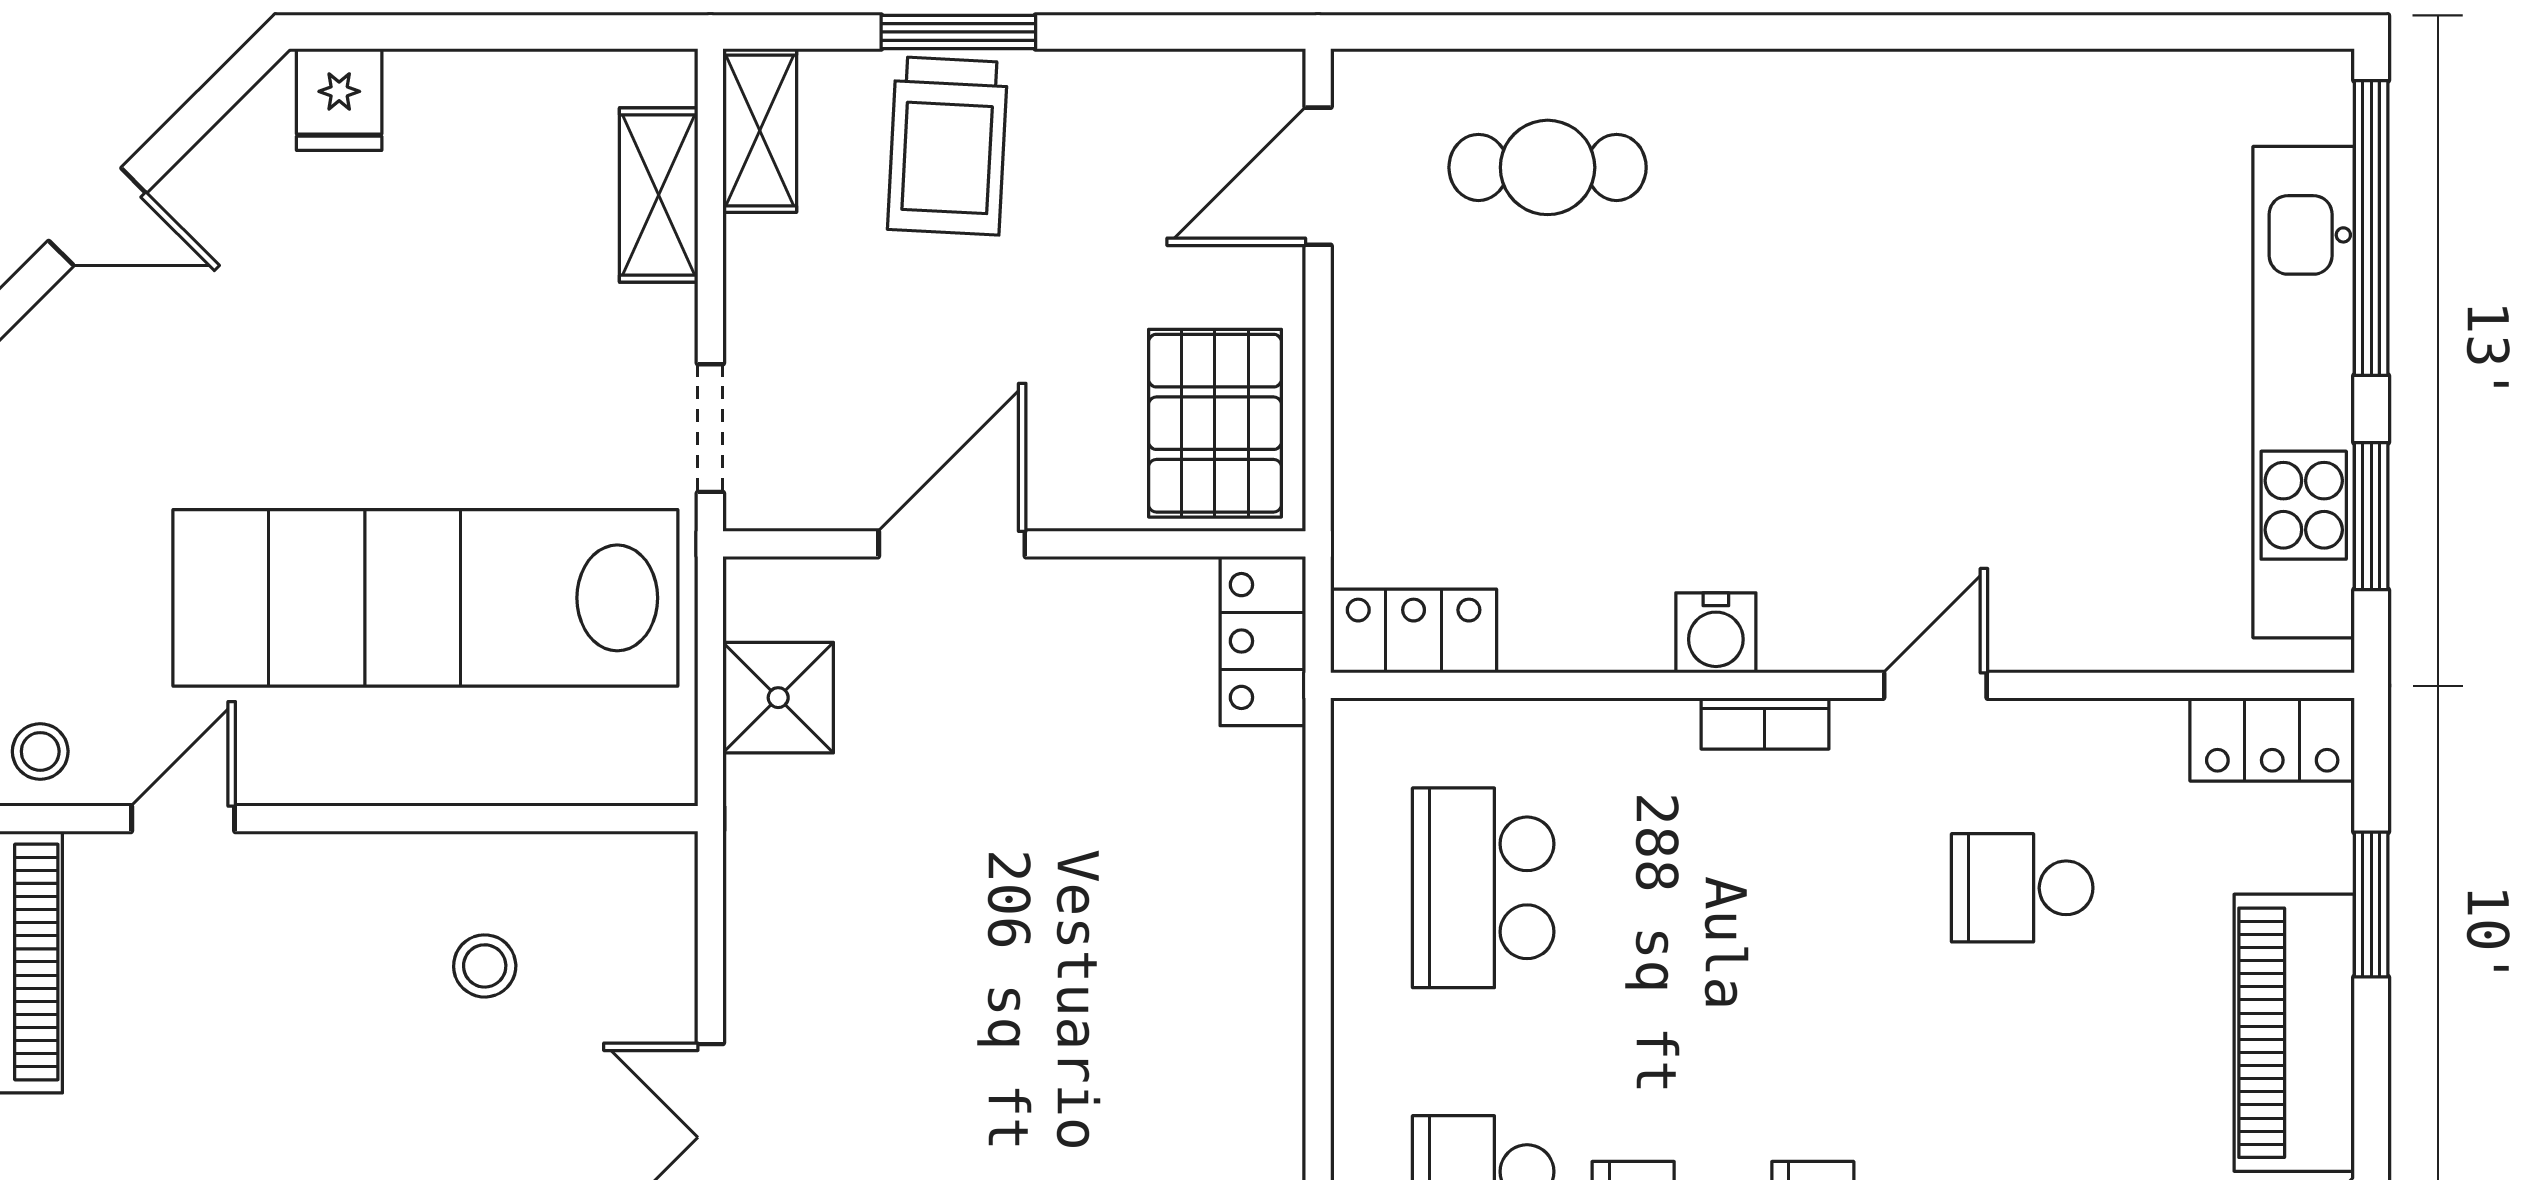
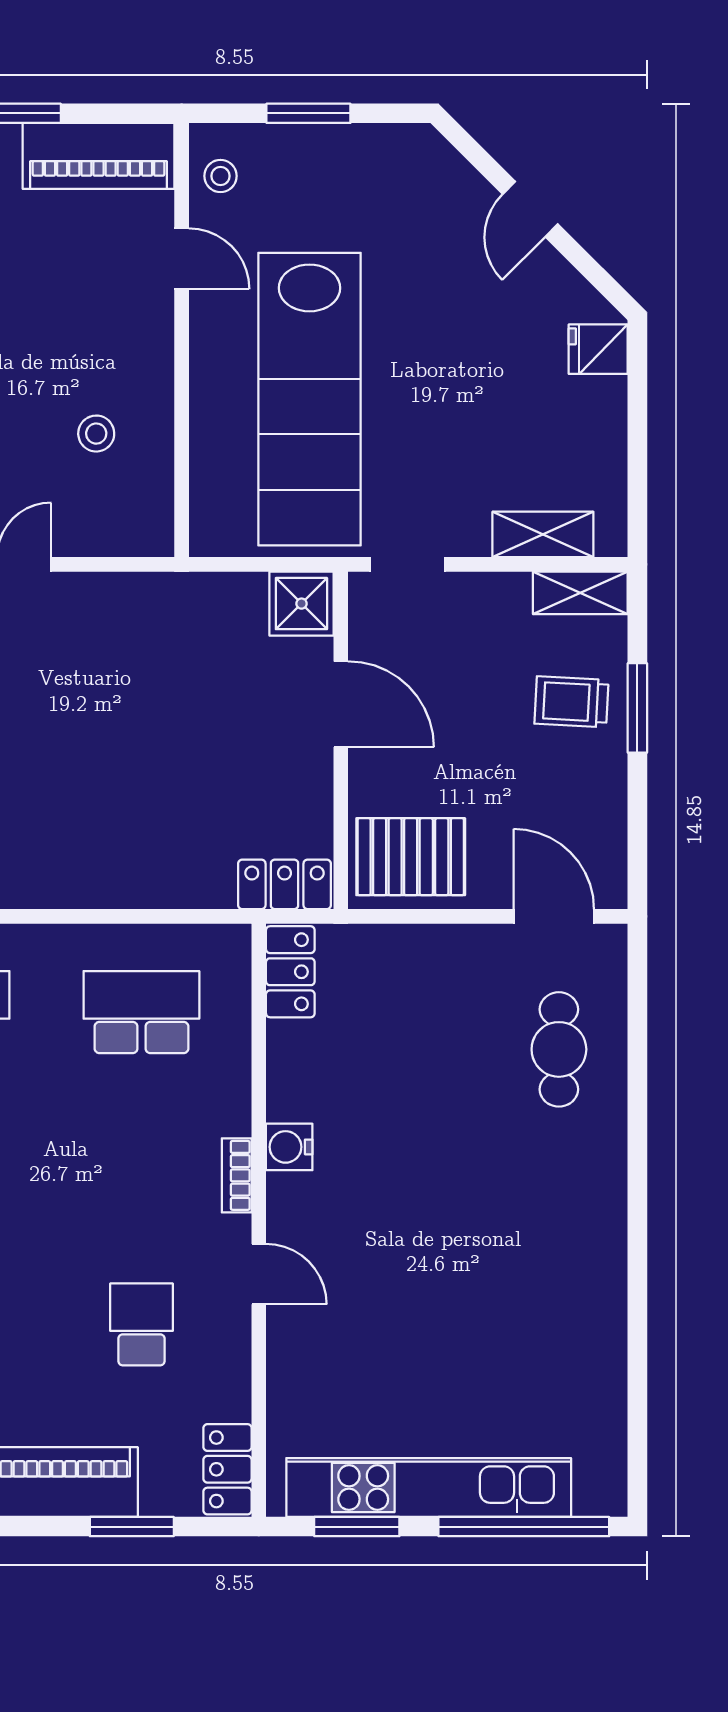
trolley: (948, 146) -> (571, 702), width x0.73, depth x0.72
lab bench: (425, 598) -> (309, 399), turned 180
shower: (778, 698) -> (301, 604), moved

